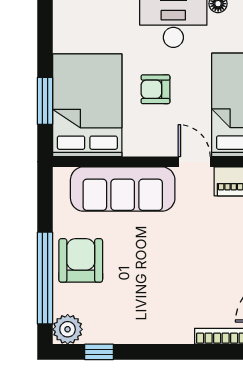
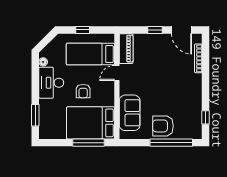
window: (45, 101) -> (89, 143), width x1.44
sofa: (123, 189) -> (130, 113), width x0.73
plant: (68, 329) -> (195, 132), removed

